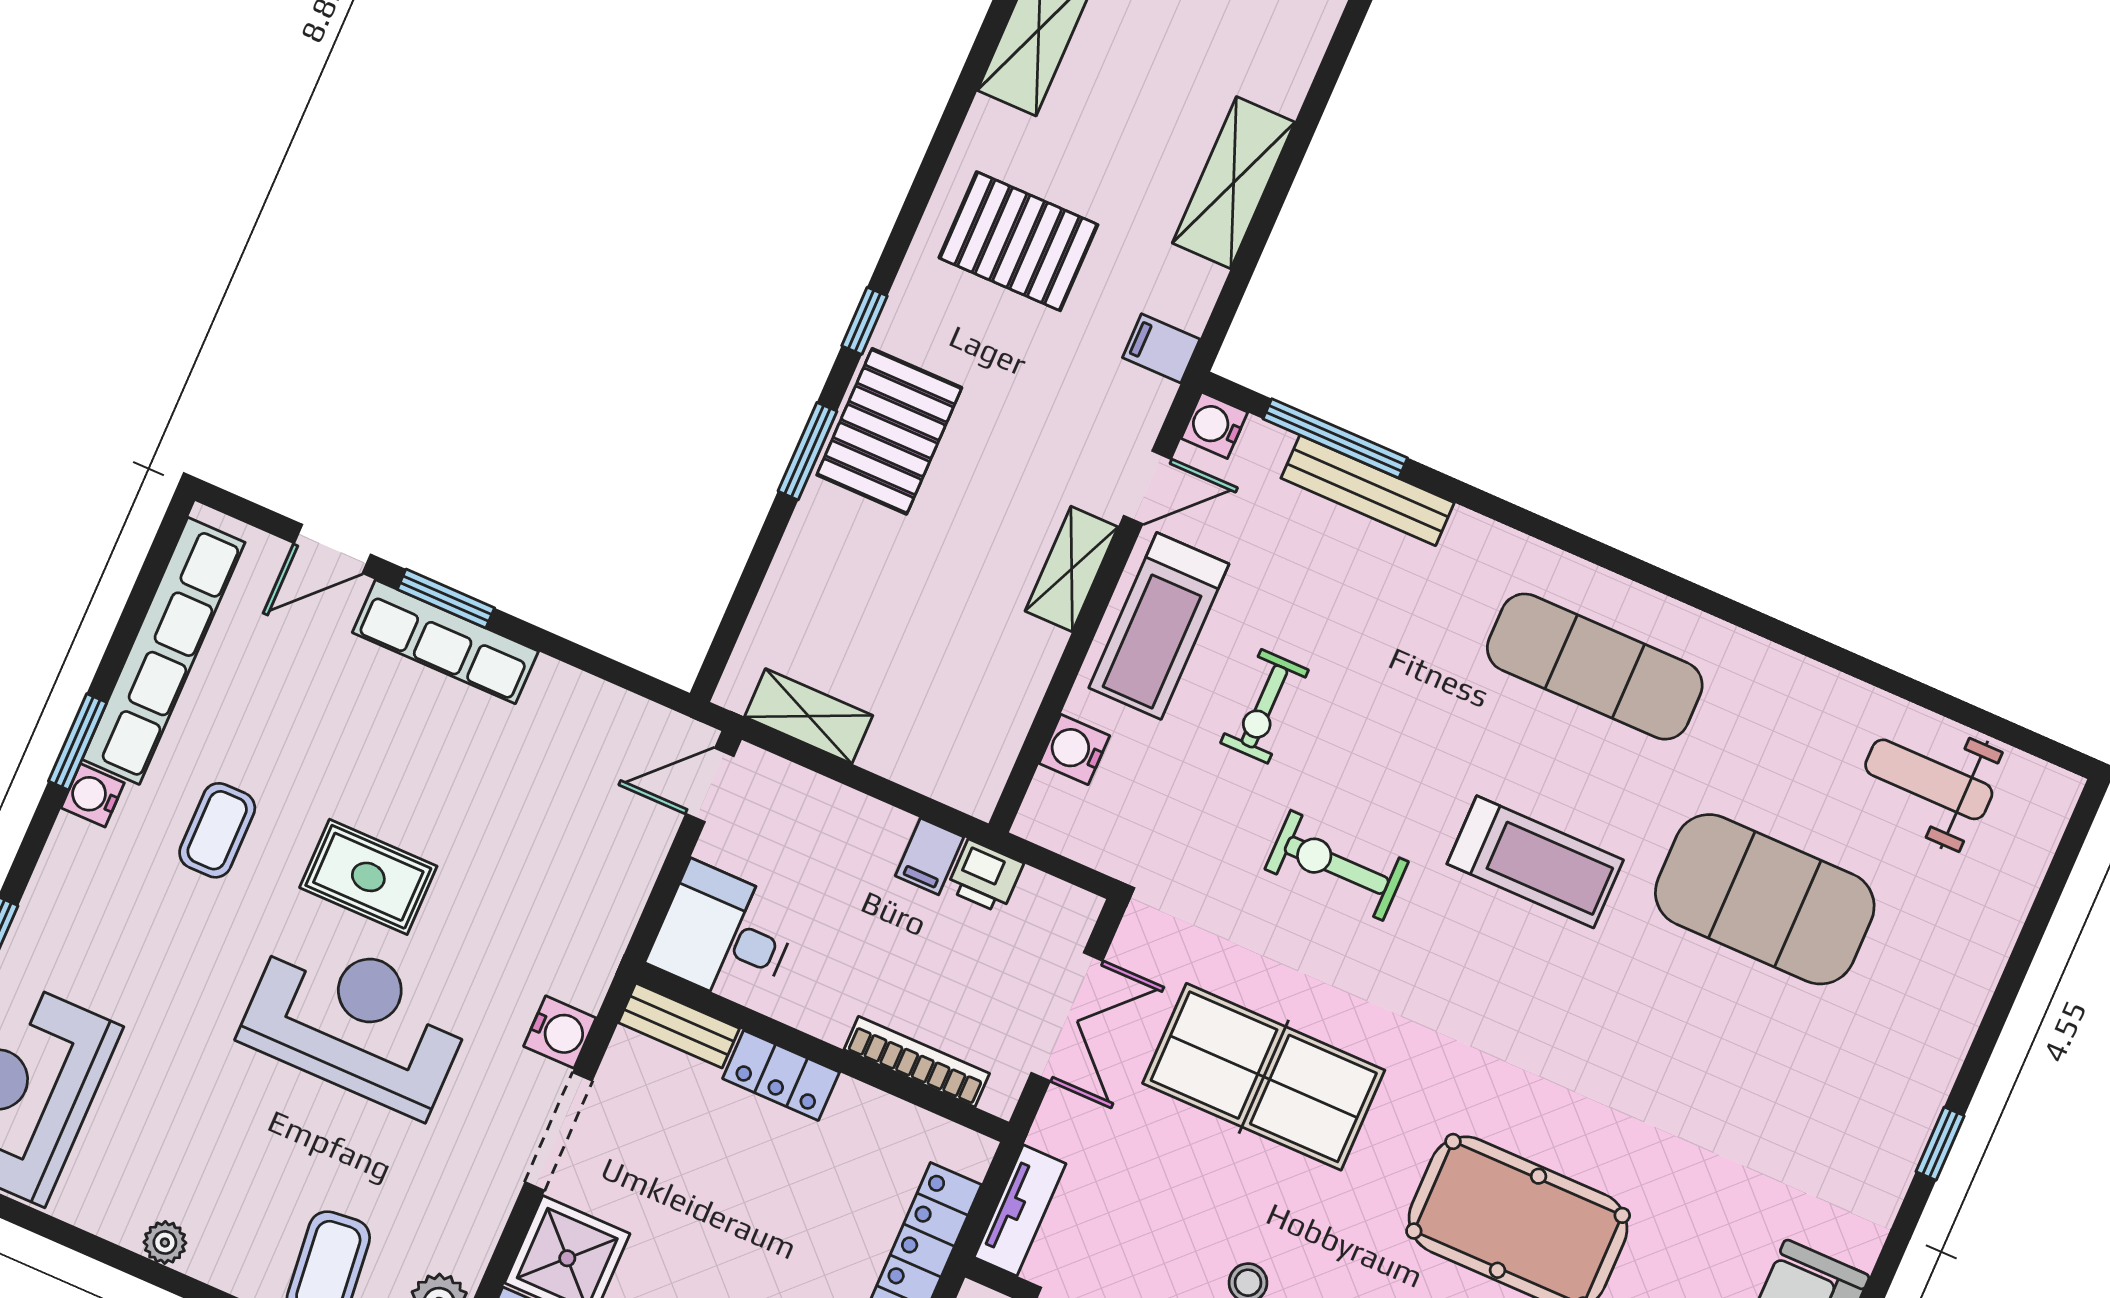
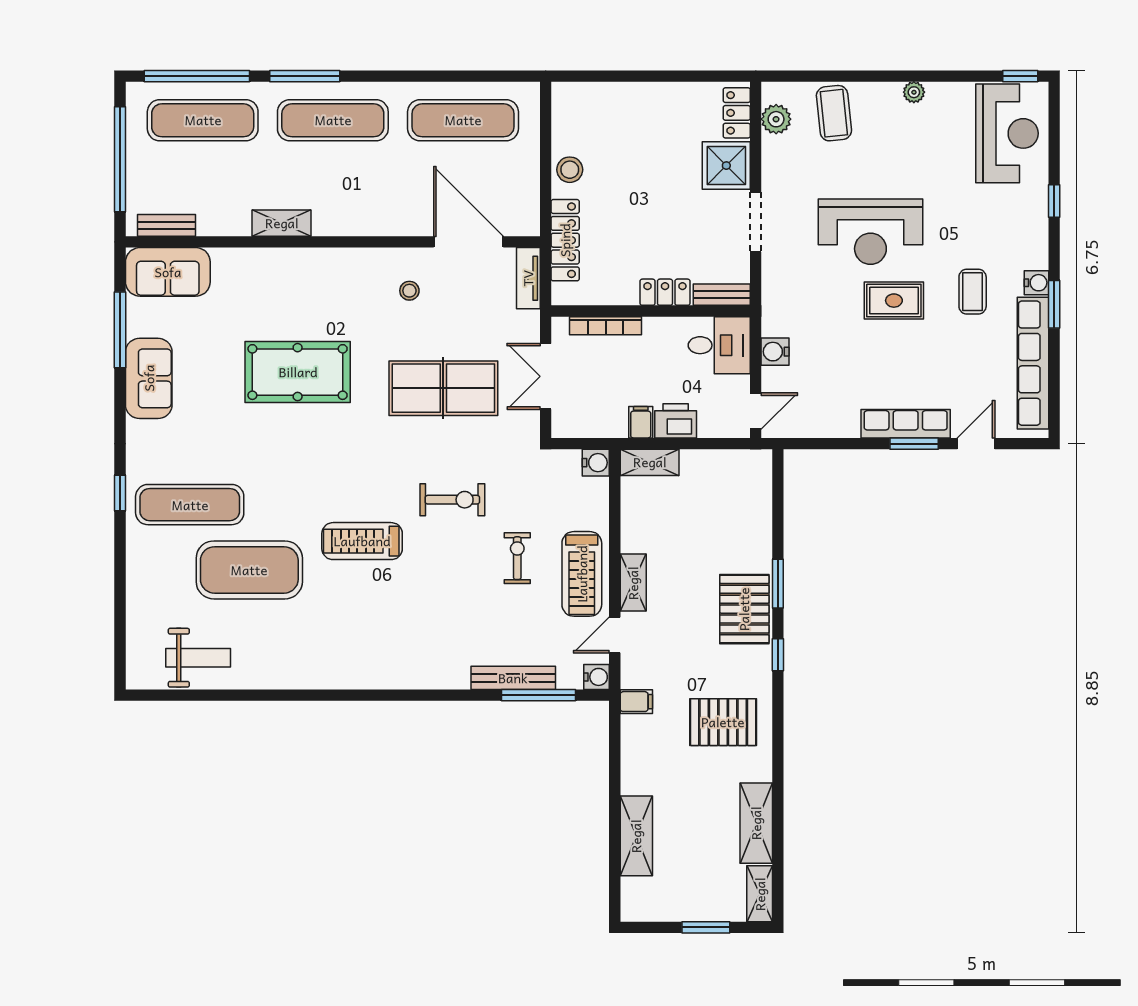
shelving: (1234, 183) -> (636, 836), moved
treadmill: (1159, 626) -> (582, 574), turned 180
exercise mat: (1595, 667) -> (190, 505), moved
shelving: (809, 716) -> (650, 462), moved
water cooler: (1074, 749) -> (596, 463), moved
printer: (985, 876) -> (676, 421), moved, width x1.36, depth x1.24
water cooler: (560, 1032) -> (775, 352), moved

